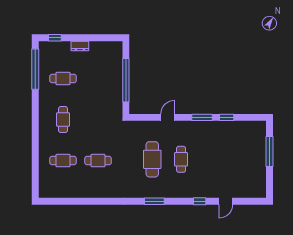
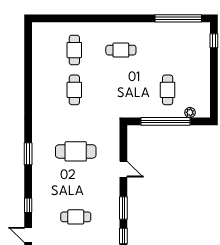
dresser: (80, 46) -> (205, 69), removed
plant: (118, 59) -> (190, 112), added
cafe table: (63, 79) -> (168, 90), moved
cafe table: (181, 159) -> (76, 217), moved

